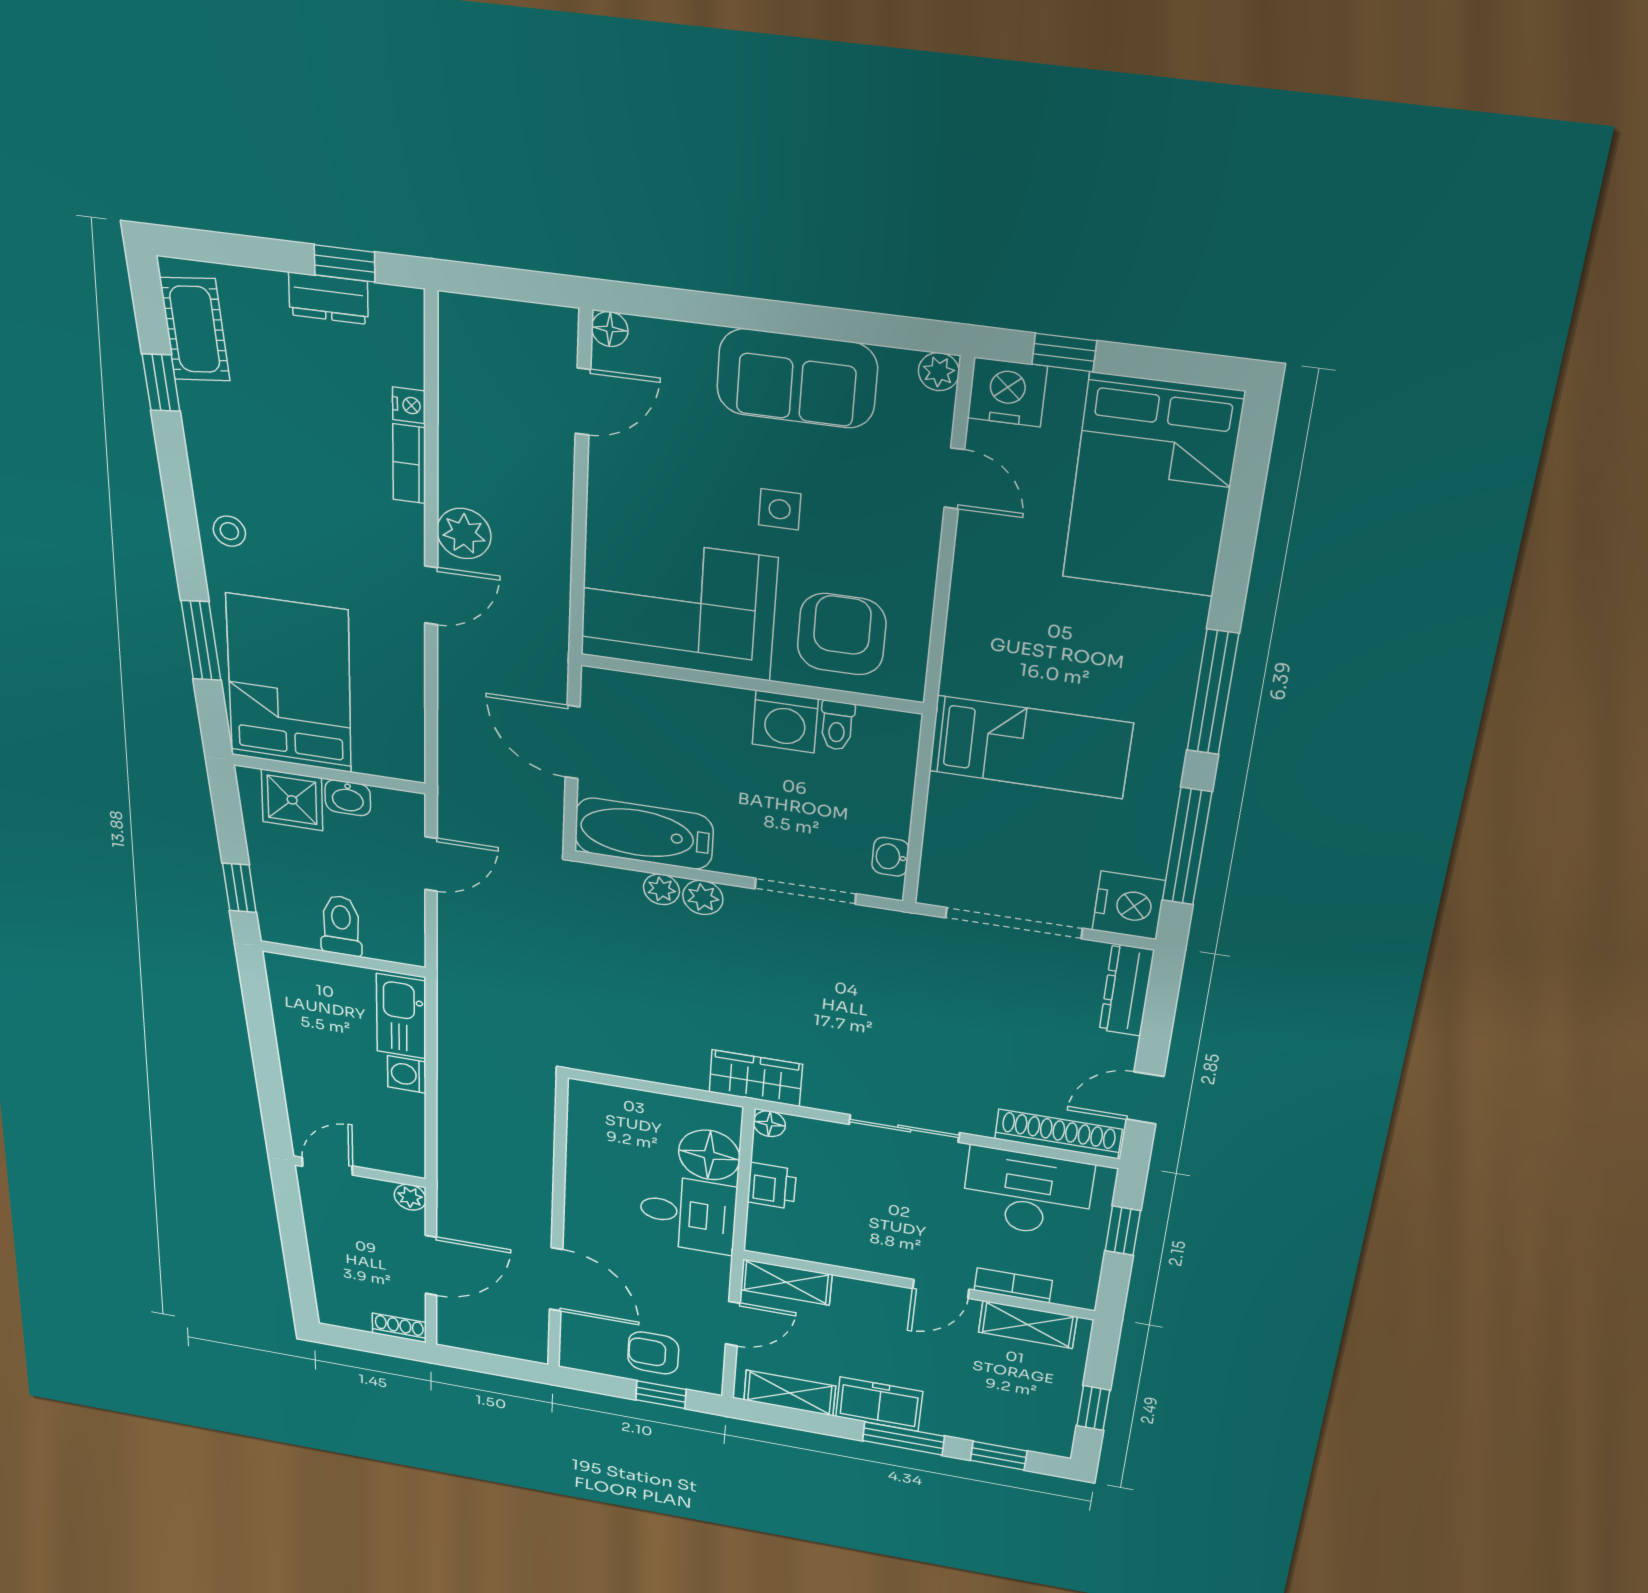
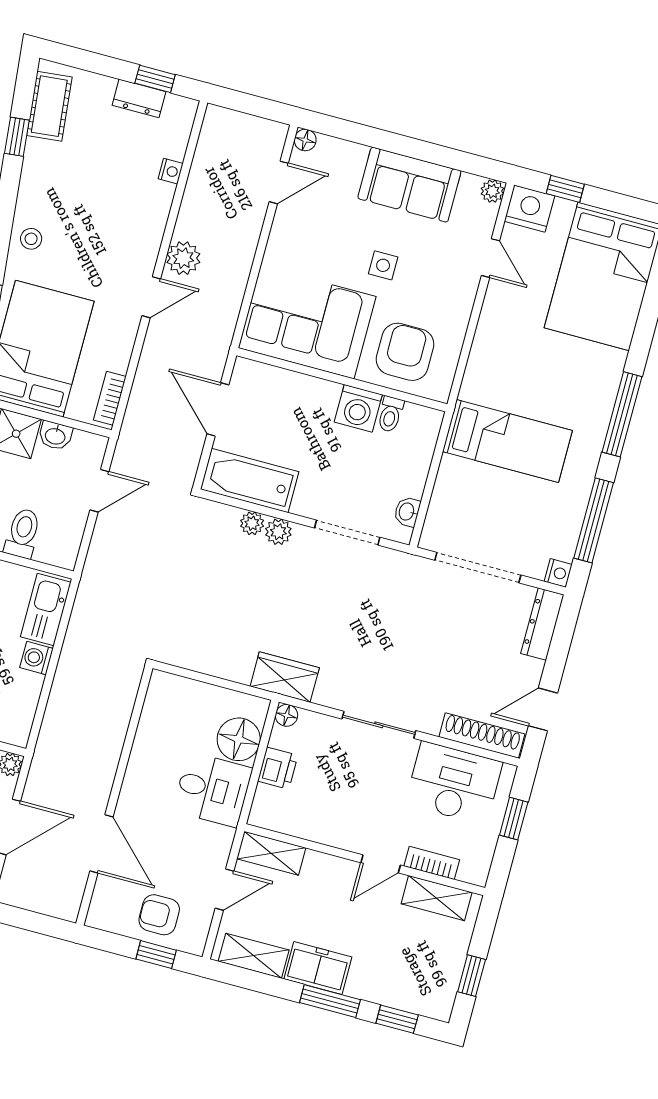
bookcase: (409, 464) -> (110, 398), moved
nightstand: (1129, 905) -> (558, 573), width x0.53, depth x0.56

